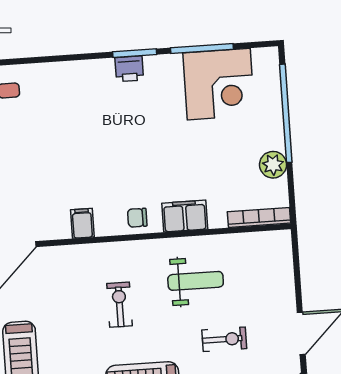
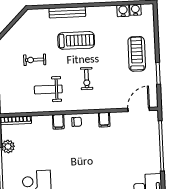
filing cabinet: (185, 216) -> (58, 122), width x0.50

